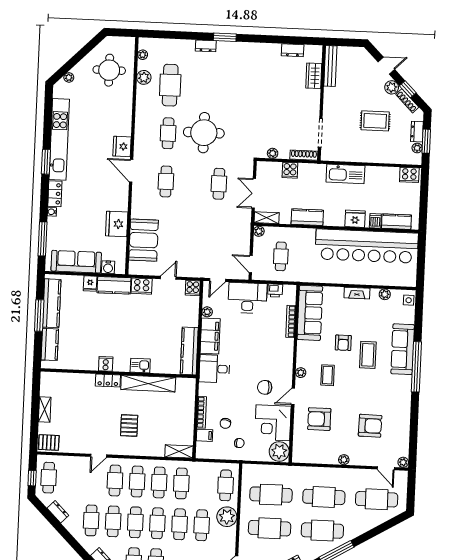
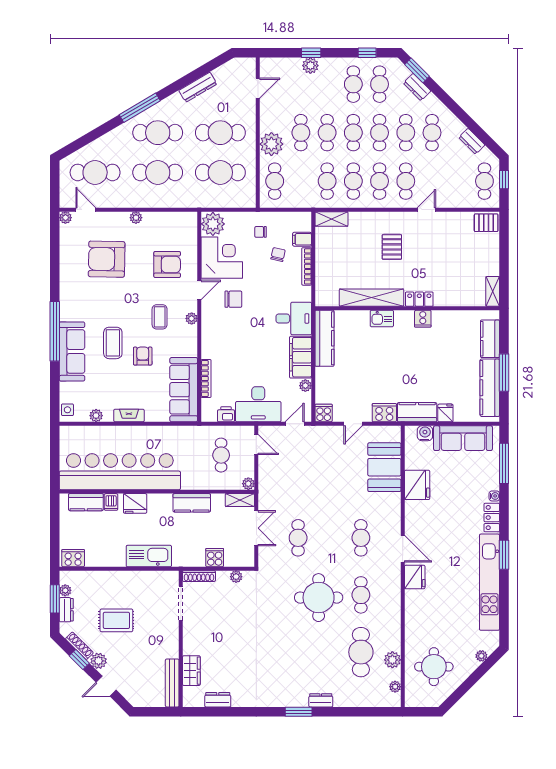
shelving: (45, 409) -> (493, 291), moved
armchair: (370, 426) -> (107, 259), width x1.36, depth x1.36

